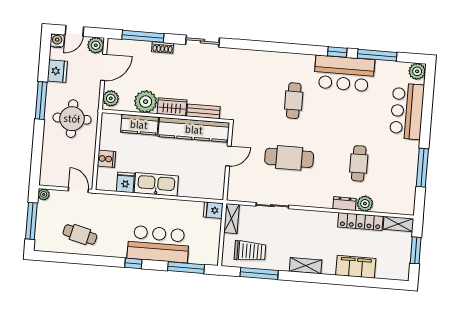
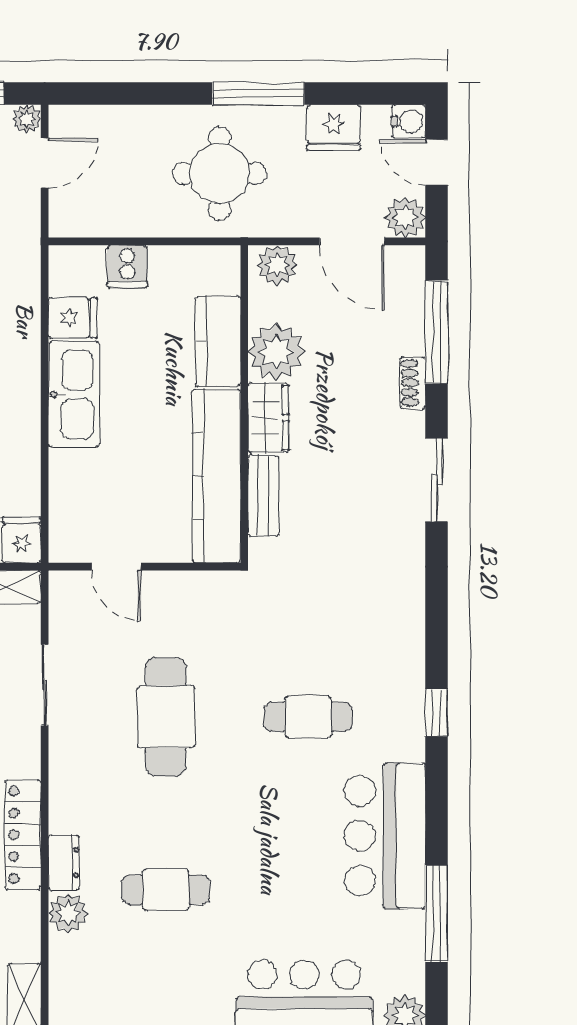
window: (337, 52) -> (437, 713), moved
door: (228, 156) -> (116, 567), moved
door: (78, 190) -> (45, 163), moved
locker: (360, 222) -> (23, 835), moved

